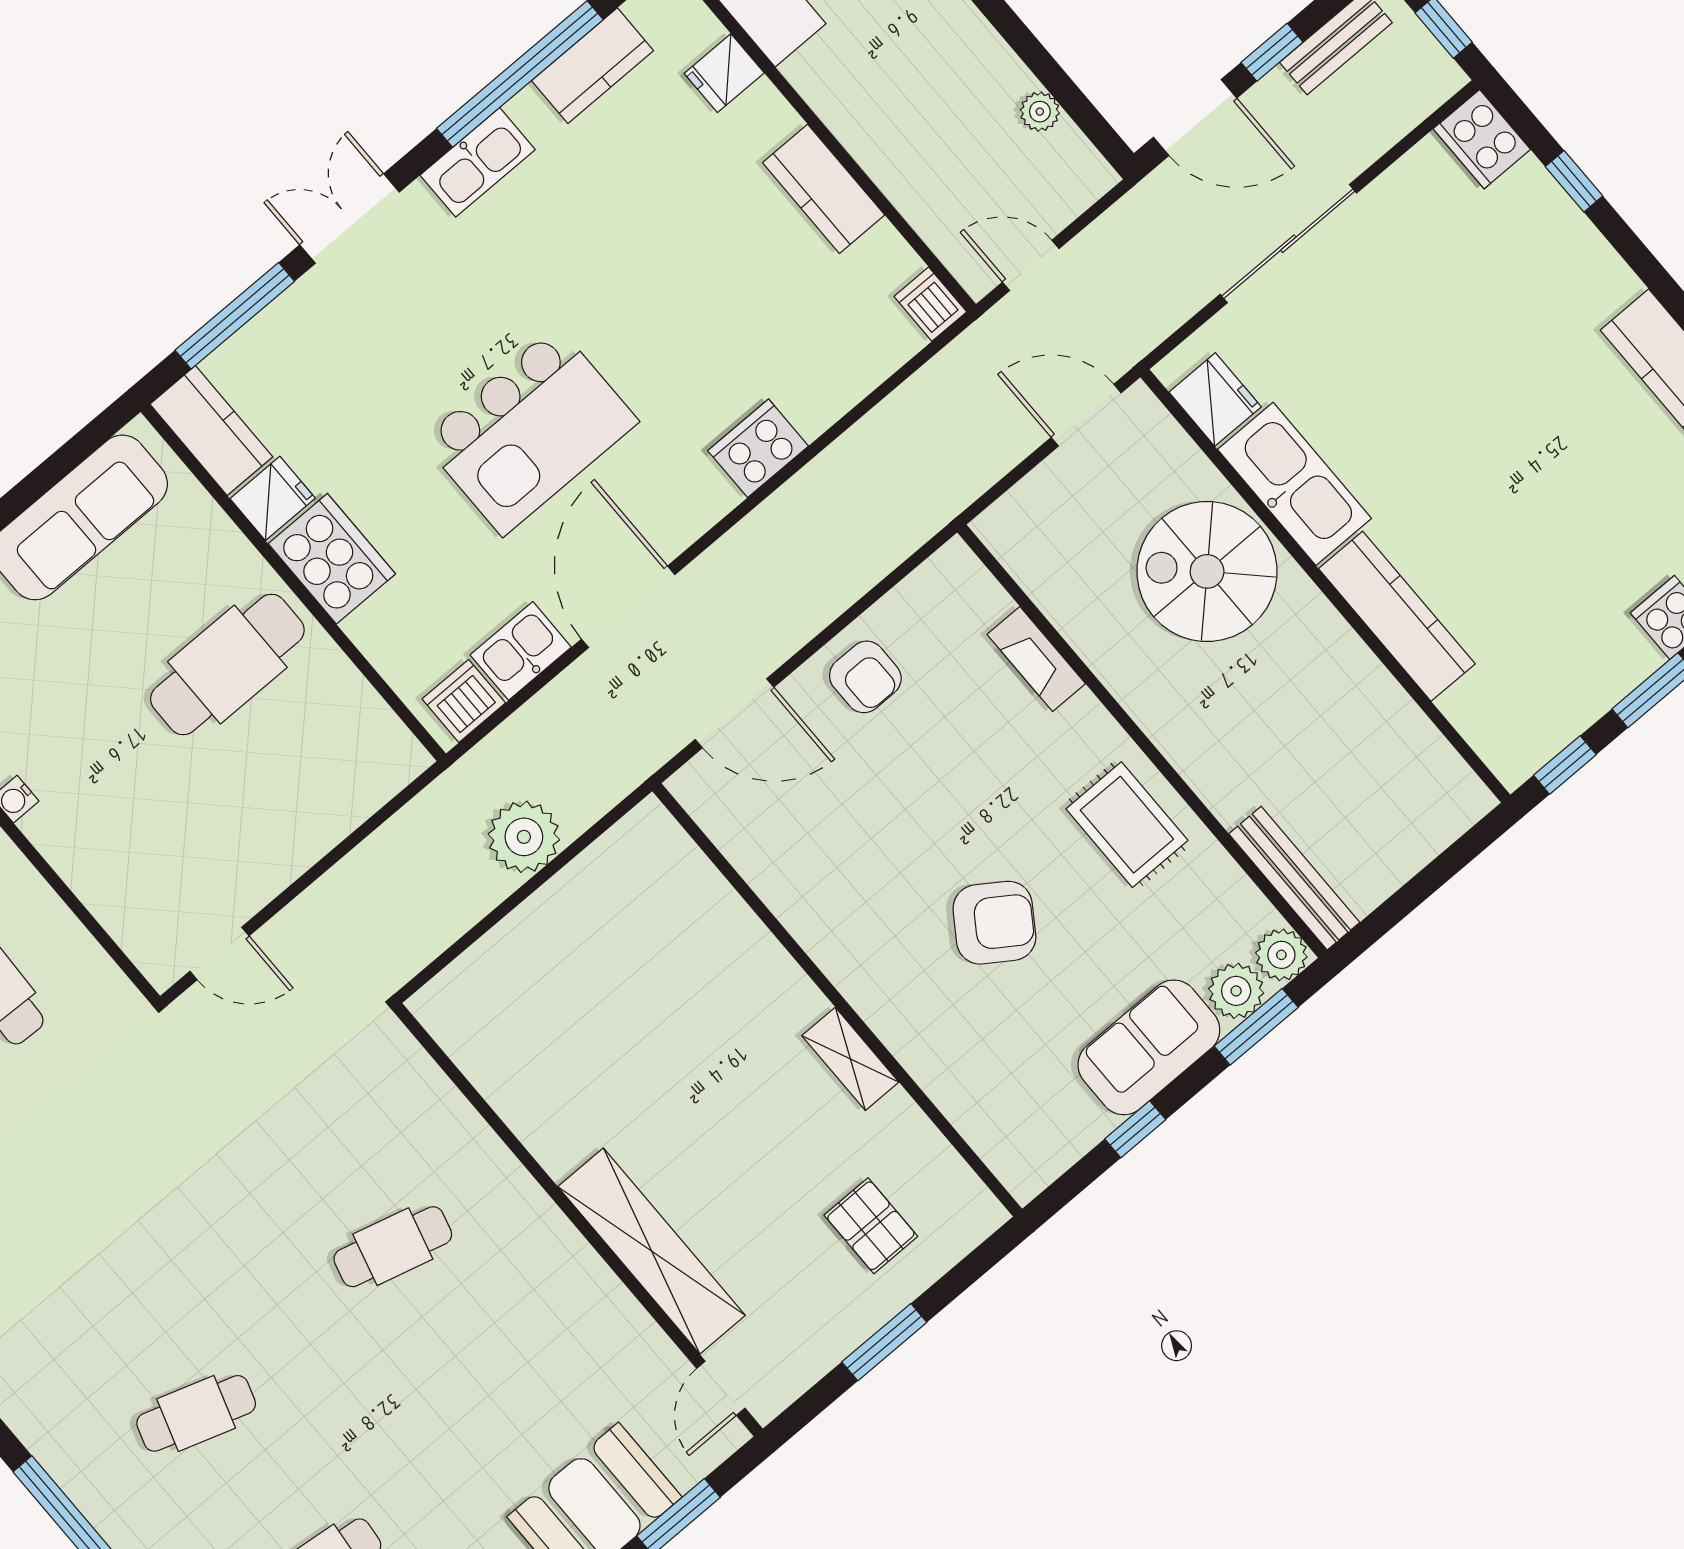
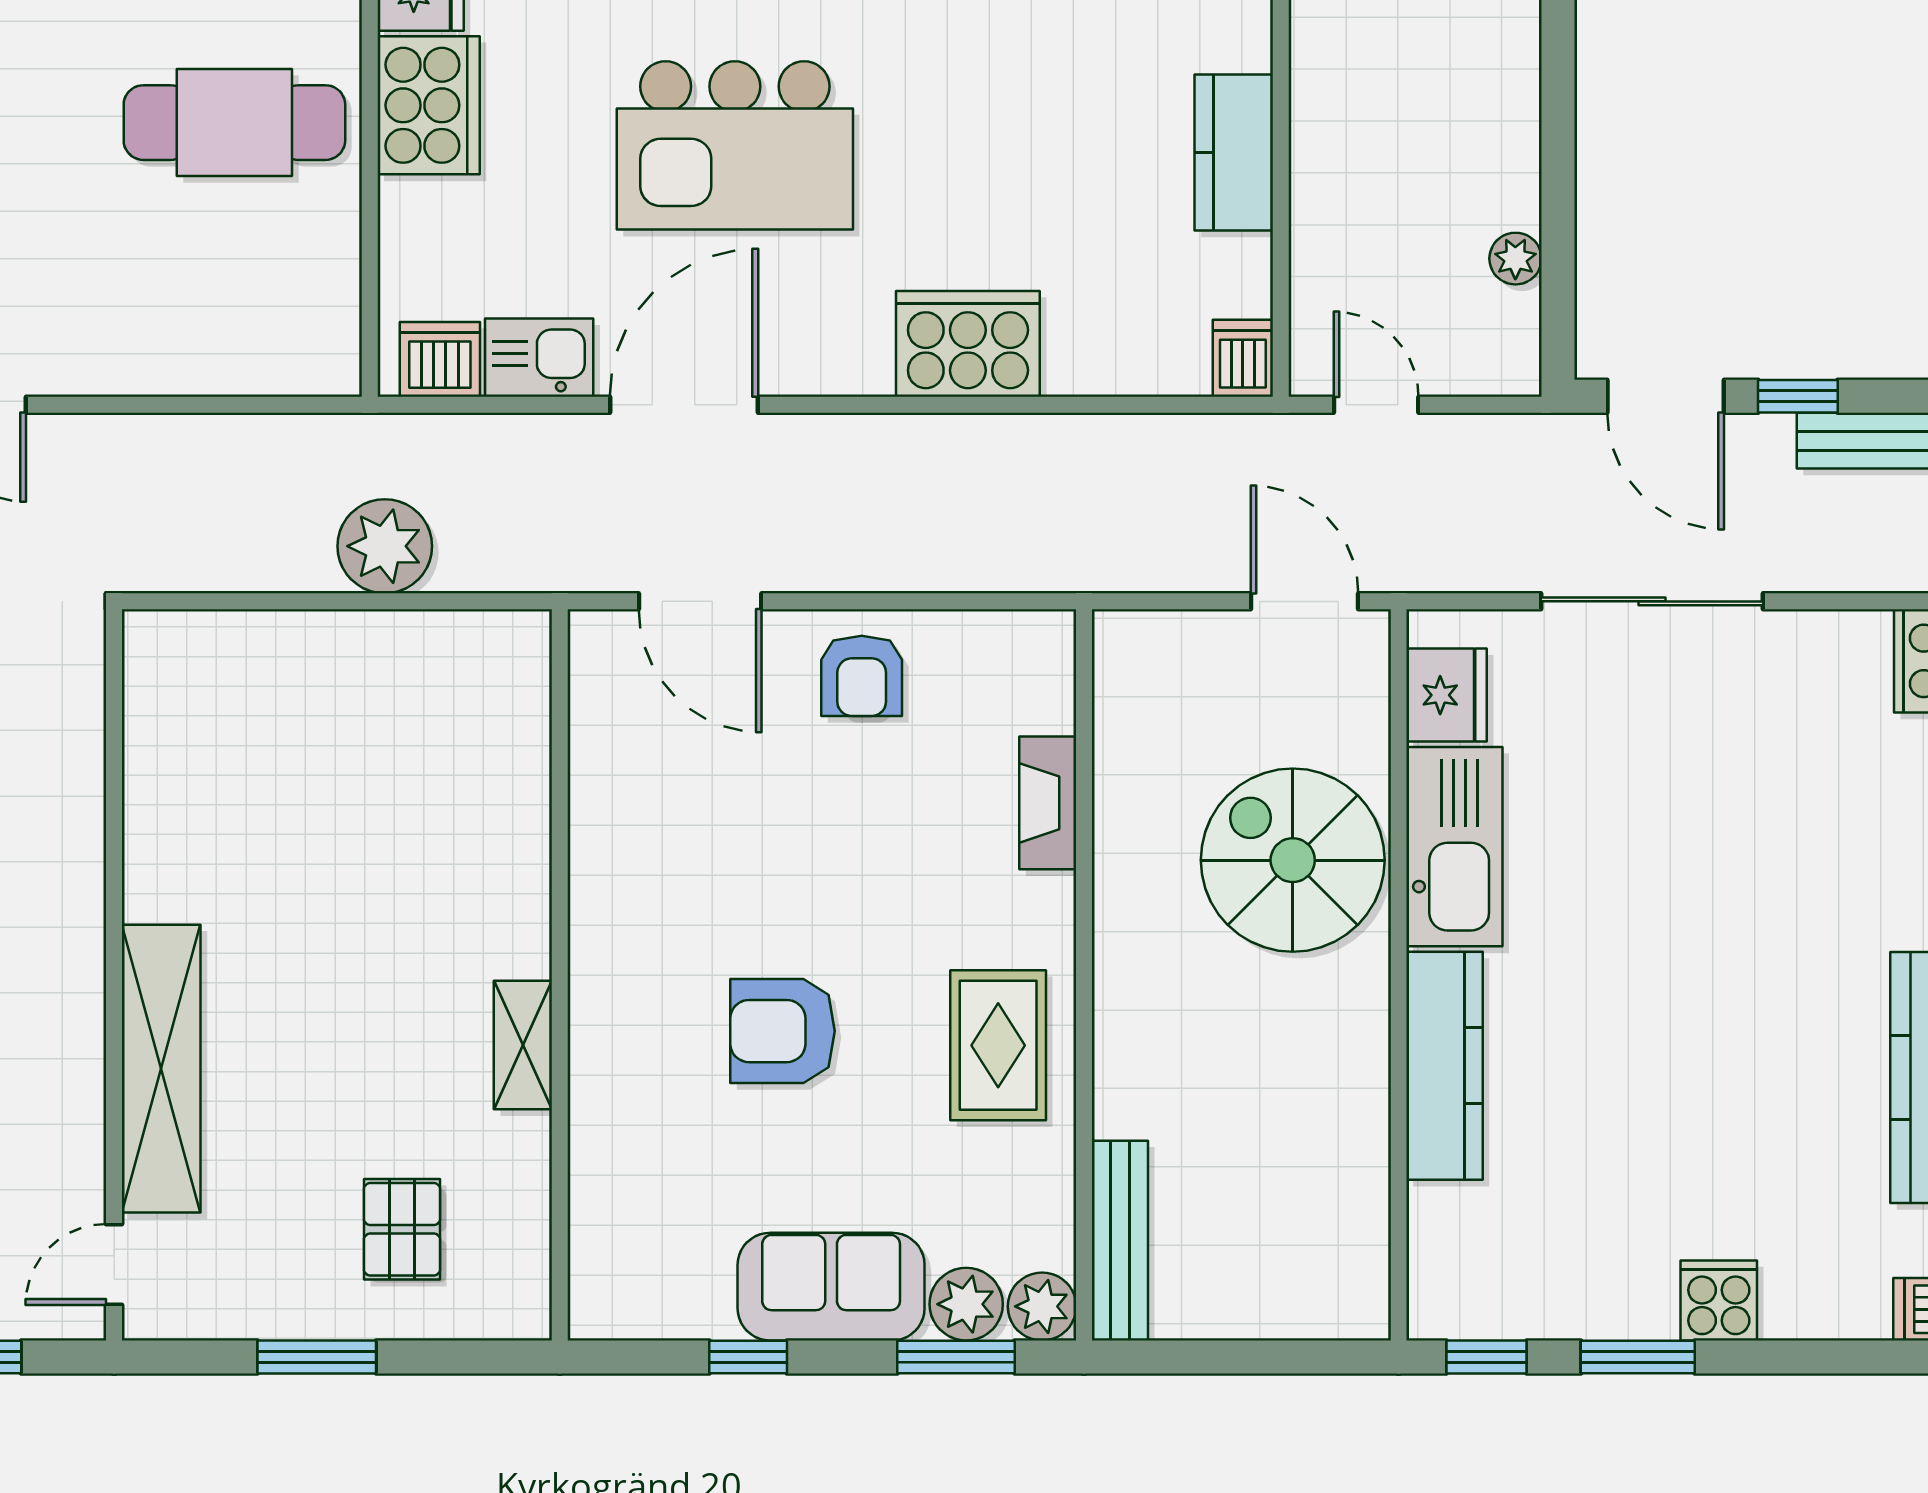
cooker: (758, 448) -> (968, 344), width x1.37, depth x1.31
armchair: (994, 923) -> (782, 1031), turned 146

